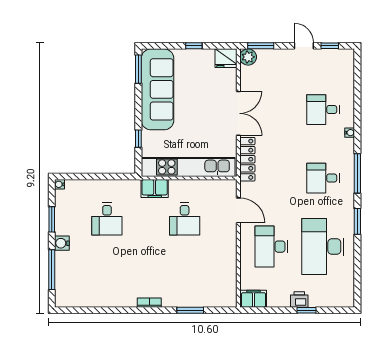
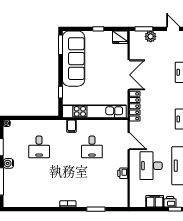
plant: (248, 57) -> (151, 36), moved
filing cabinet: (155, 189) -> (72, 126), width x0.50
printer: (230, 258) -> (123, 173), added
filing cabinet: (253, 299) -> (155, 201), moved

